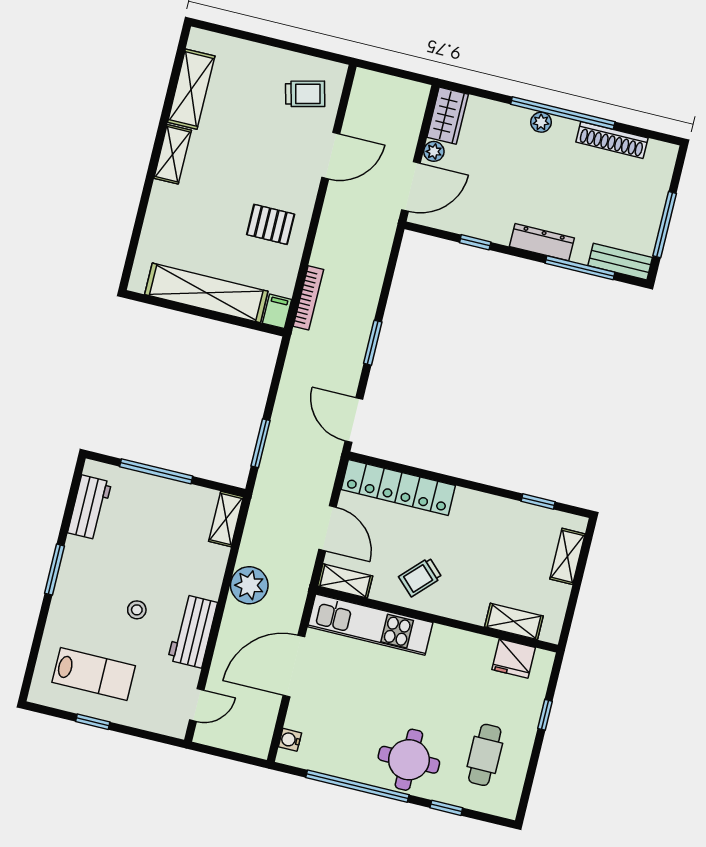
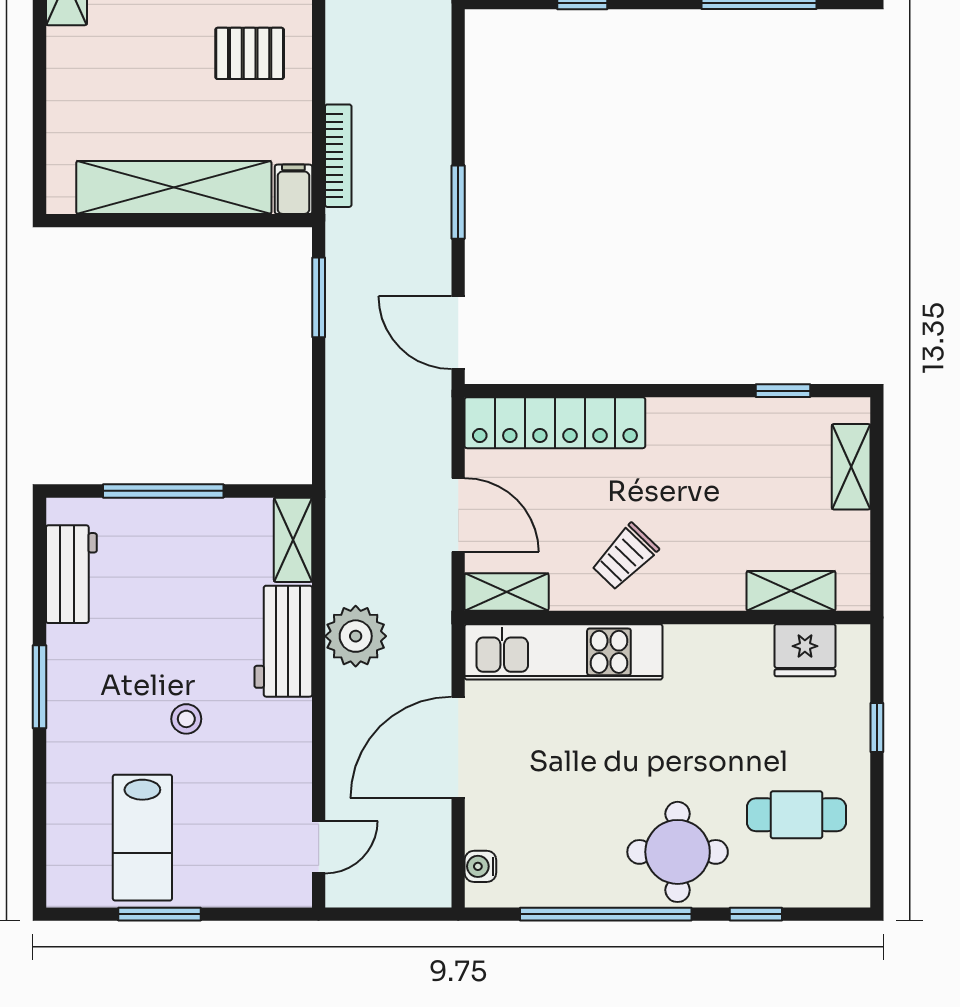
window: (261, 443) -> (319, 297), moved
workbench: (193, 631) -> (283, 641), moved
lab bench: (94, 674) -> (142, 838), turned 90
window: (93, 722) -> (159, 914), width x1.50
cafe table: (485, 755) -> (796, 815), turned 90

